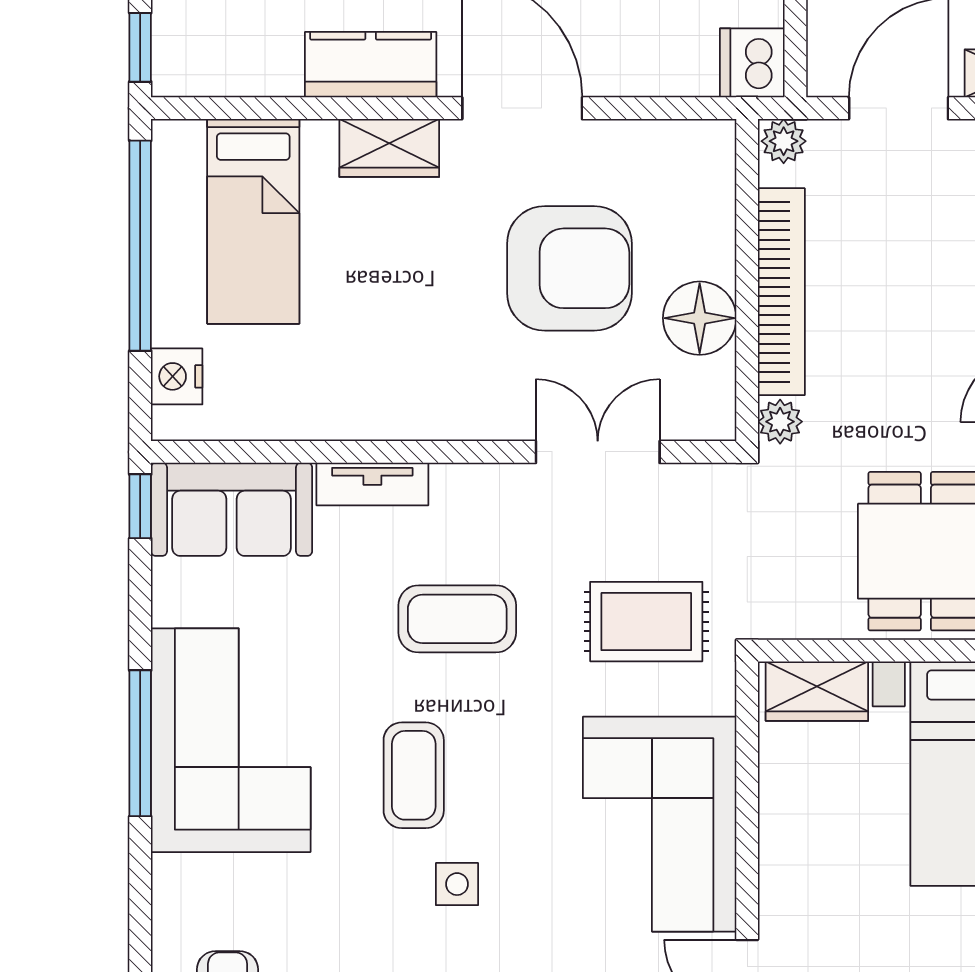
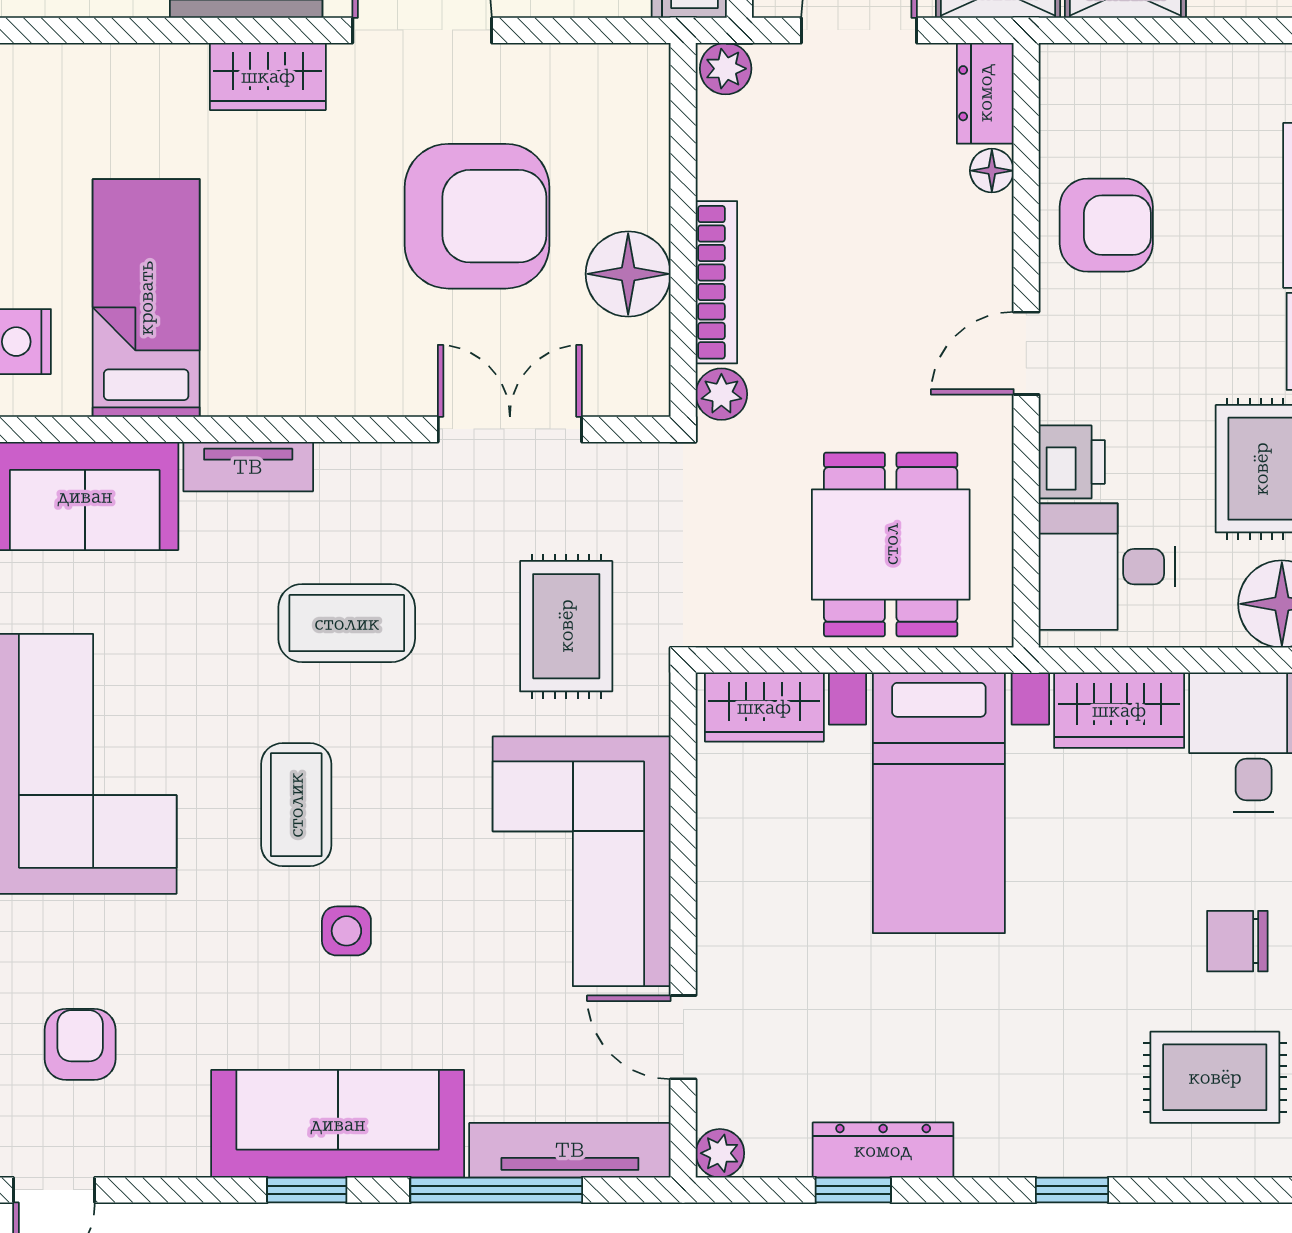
bed: (253, 221) -> (146, 298), moved, turned 180
bookcase: (781, 292) -> (716, 282), width x0.68, depth x0.76
rug: (646, 622) -> (566, 626), turned 90

